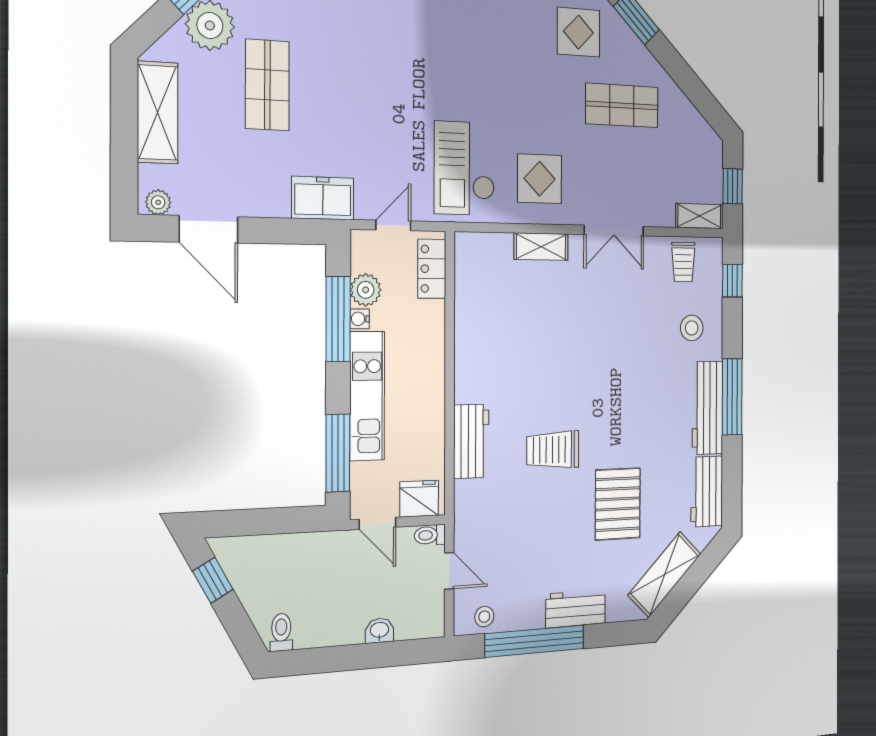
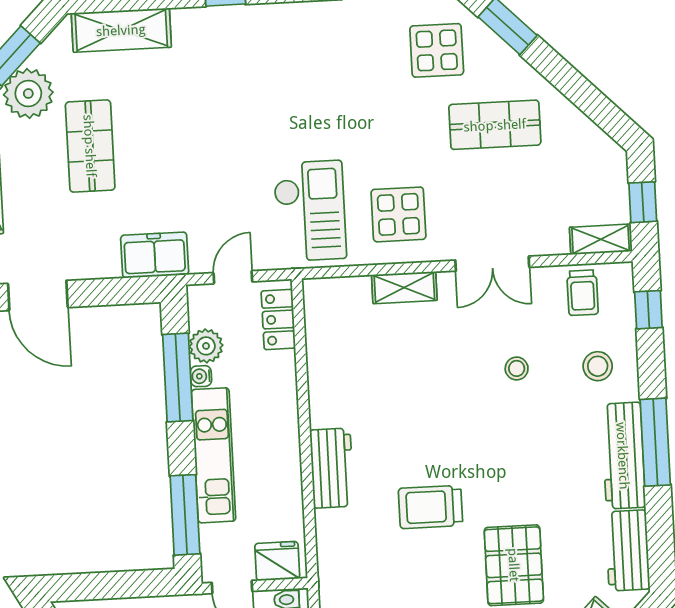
checkout: (465, 168) -> (310, 211), turned 180
stool: (629, 326) -> (517, 368), added
workbench: (471, 441) -> (332, 468), moved

